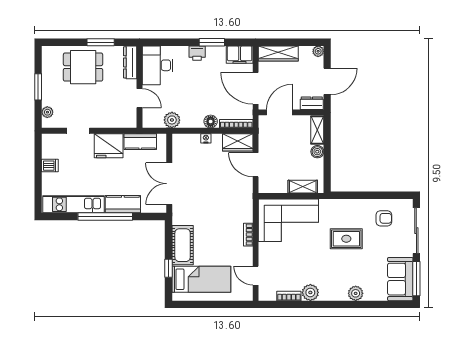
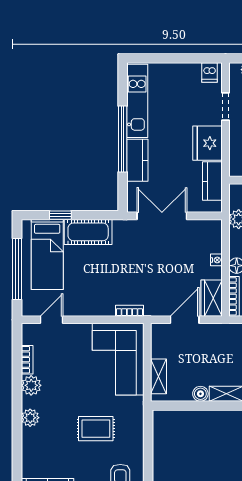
dishwasher: (50, 166) -> (209, 73), moved
bookcase: (248, 235) -> (129, 311), moved
rug: (346, 239) -> (96, 429), turned 90
plant: (356, 293) -> (30, 418), moved
window: (213, 304) -> (17, 269), added

